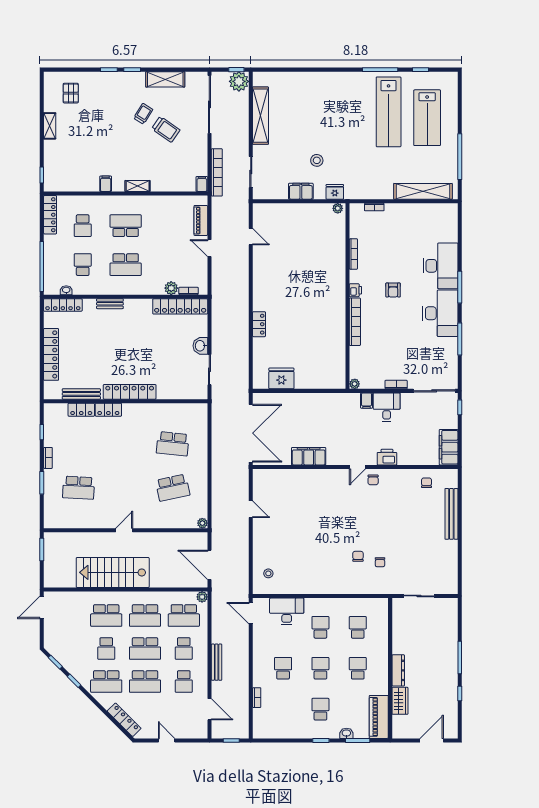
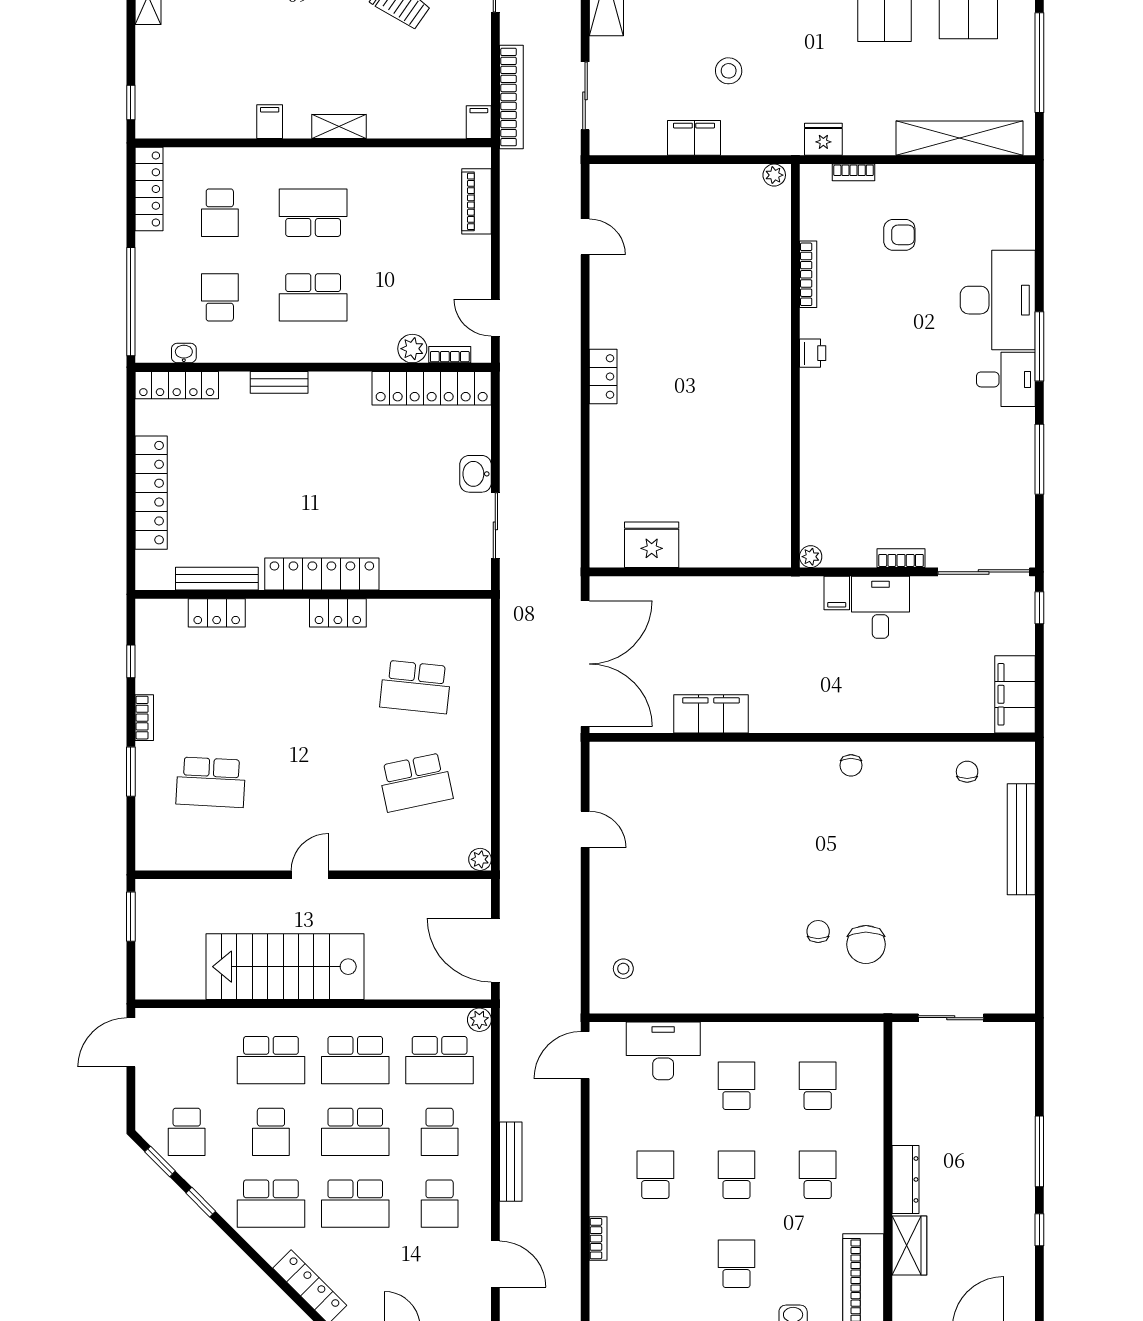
fridge: (335, 192) -> (823, 139), moved
door: (209, 248) -> (495, 318), moved
armchair: (393, 290) -> (899, 235), moved, turned -90
desk: (440, 313) -> (1006, 379), width x0.53, depth x0.77
bookcase: (355, 322) -> (811, 422), removed
locker: (259, 324) -> (603, 376), moved
locker: (108, 410) -> (338, 613), moved
printer: (387, 457) -> (881, 716), removed
door: (357, 467) -> (817, 737), removed
chair: (380, 562) -> (866, 944), width x1.87, depth x1.87
door: (251, 613) -> (585, 1055), hinge flipped
school desk: (67, 649) -> (187, 1132), added

